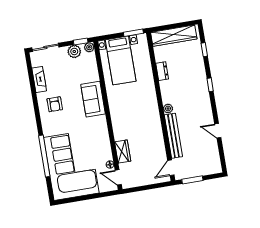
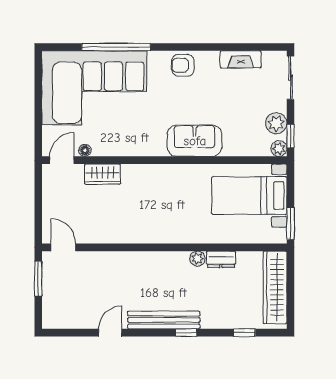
armchair: (55, 104) -> (183, 65), moved
plant: (168, 109) -> (197, 259), moved
bench: (173, 136) -> (164, 320), moved

